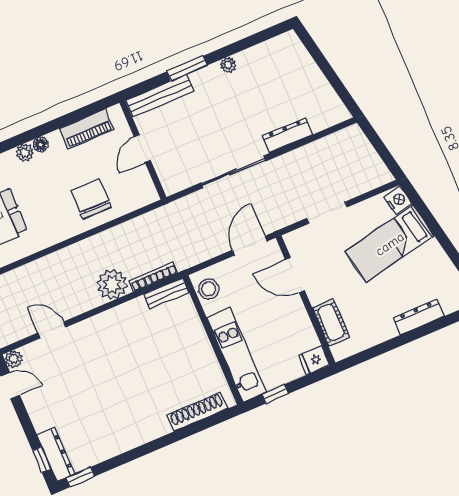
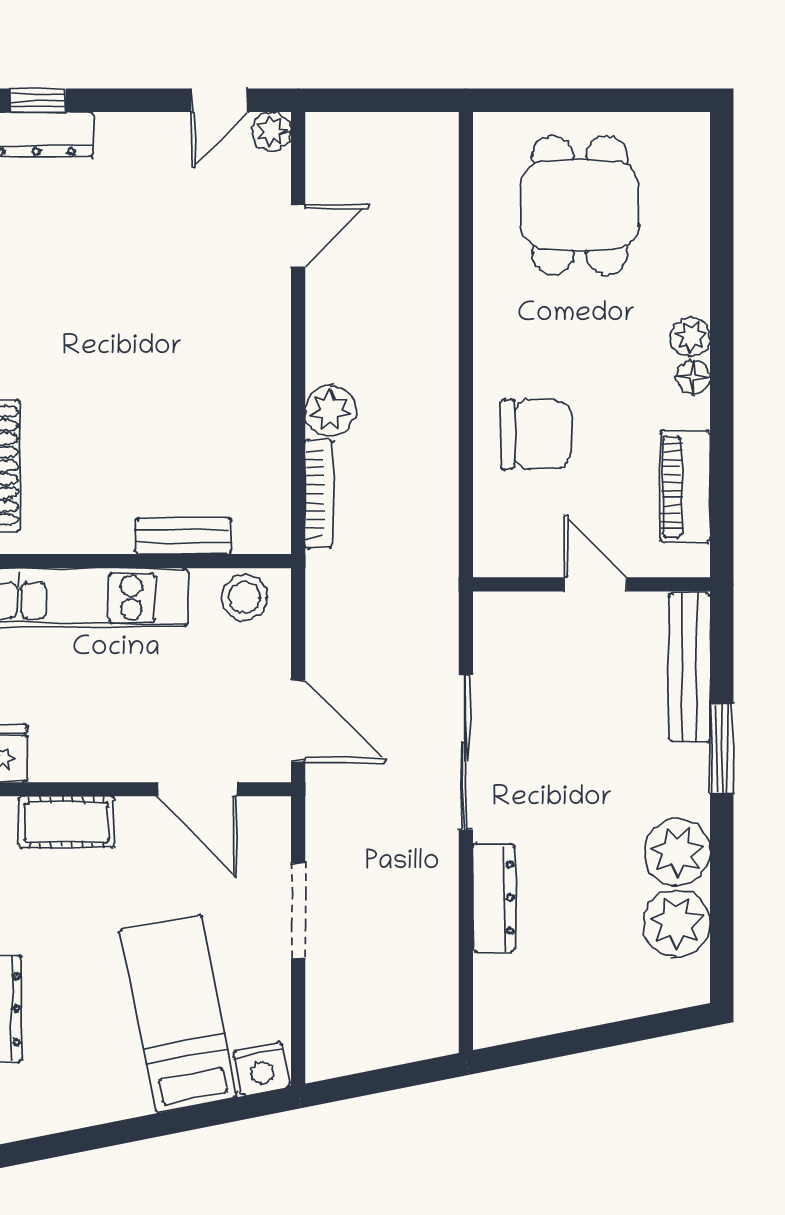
plant: (266, 56) -> (676, 923), added
plant: (228, 65) -> (677, 852), width x1.88, depth x1.88
door: (295, 275) -> (197, 789), swing flipped
plant: (112, 284) -> (331, 411), width x0.73, depth x0.73
bench: (166, 293) -> (183, 536), moved, turned 90

